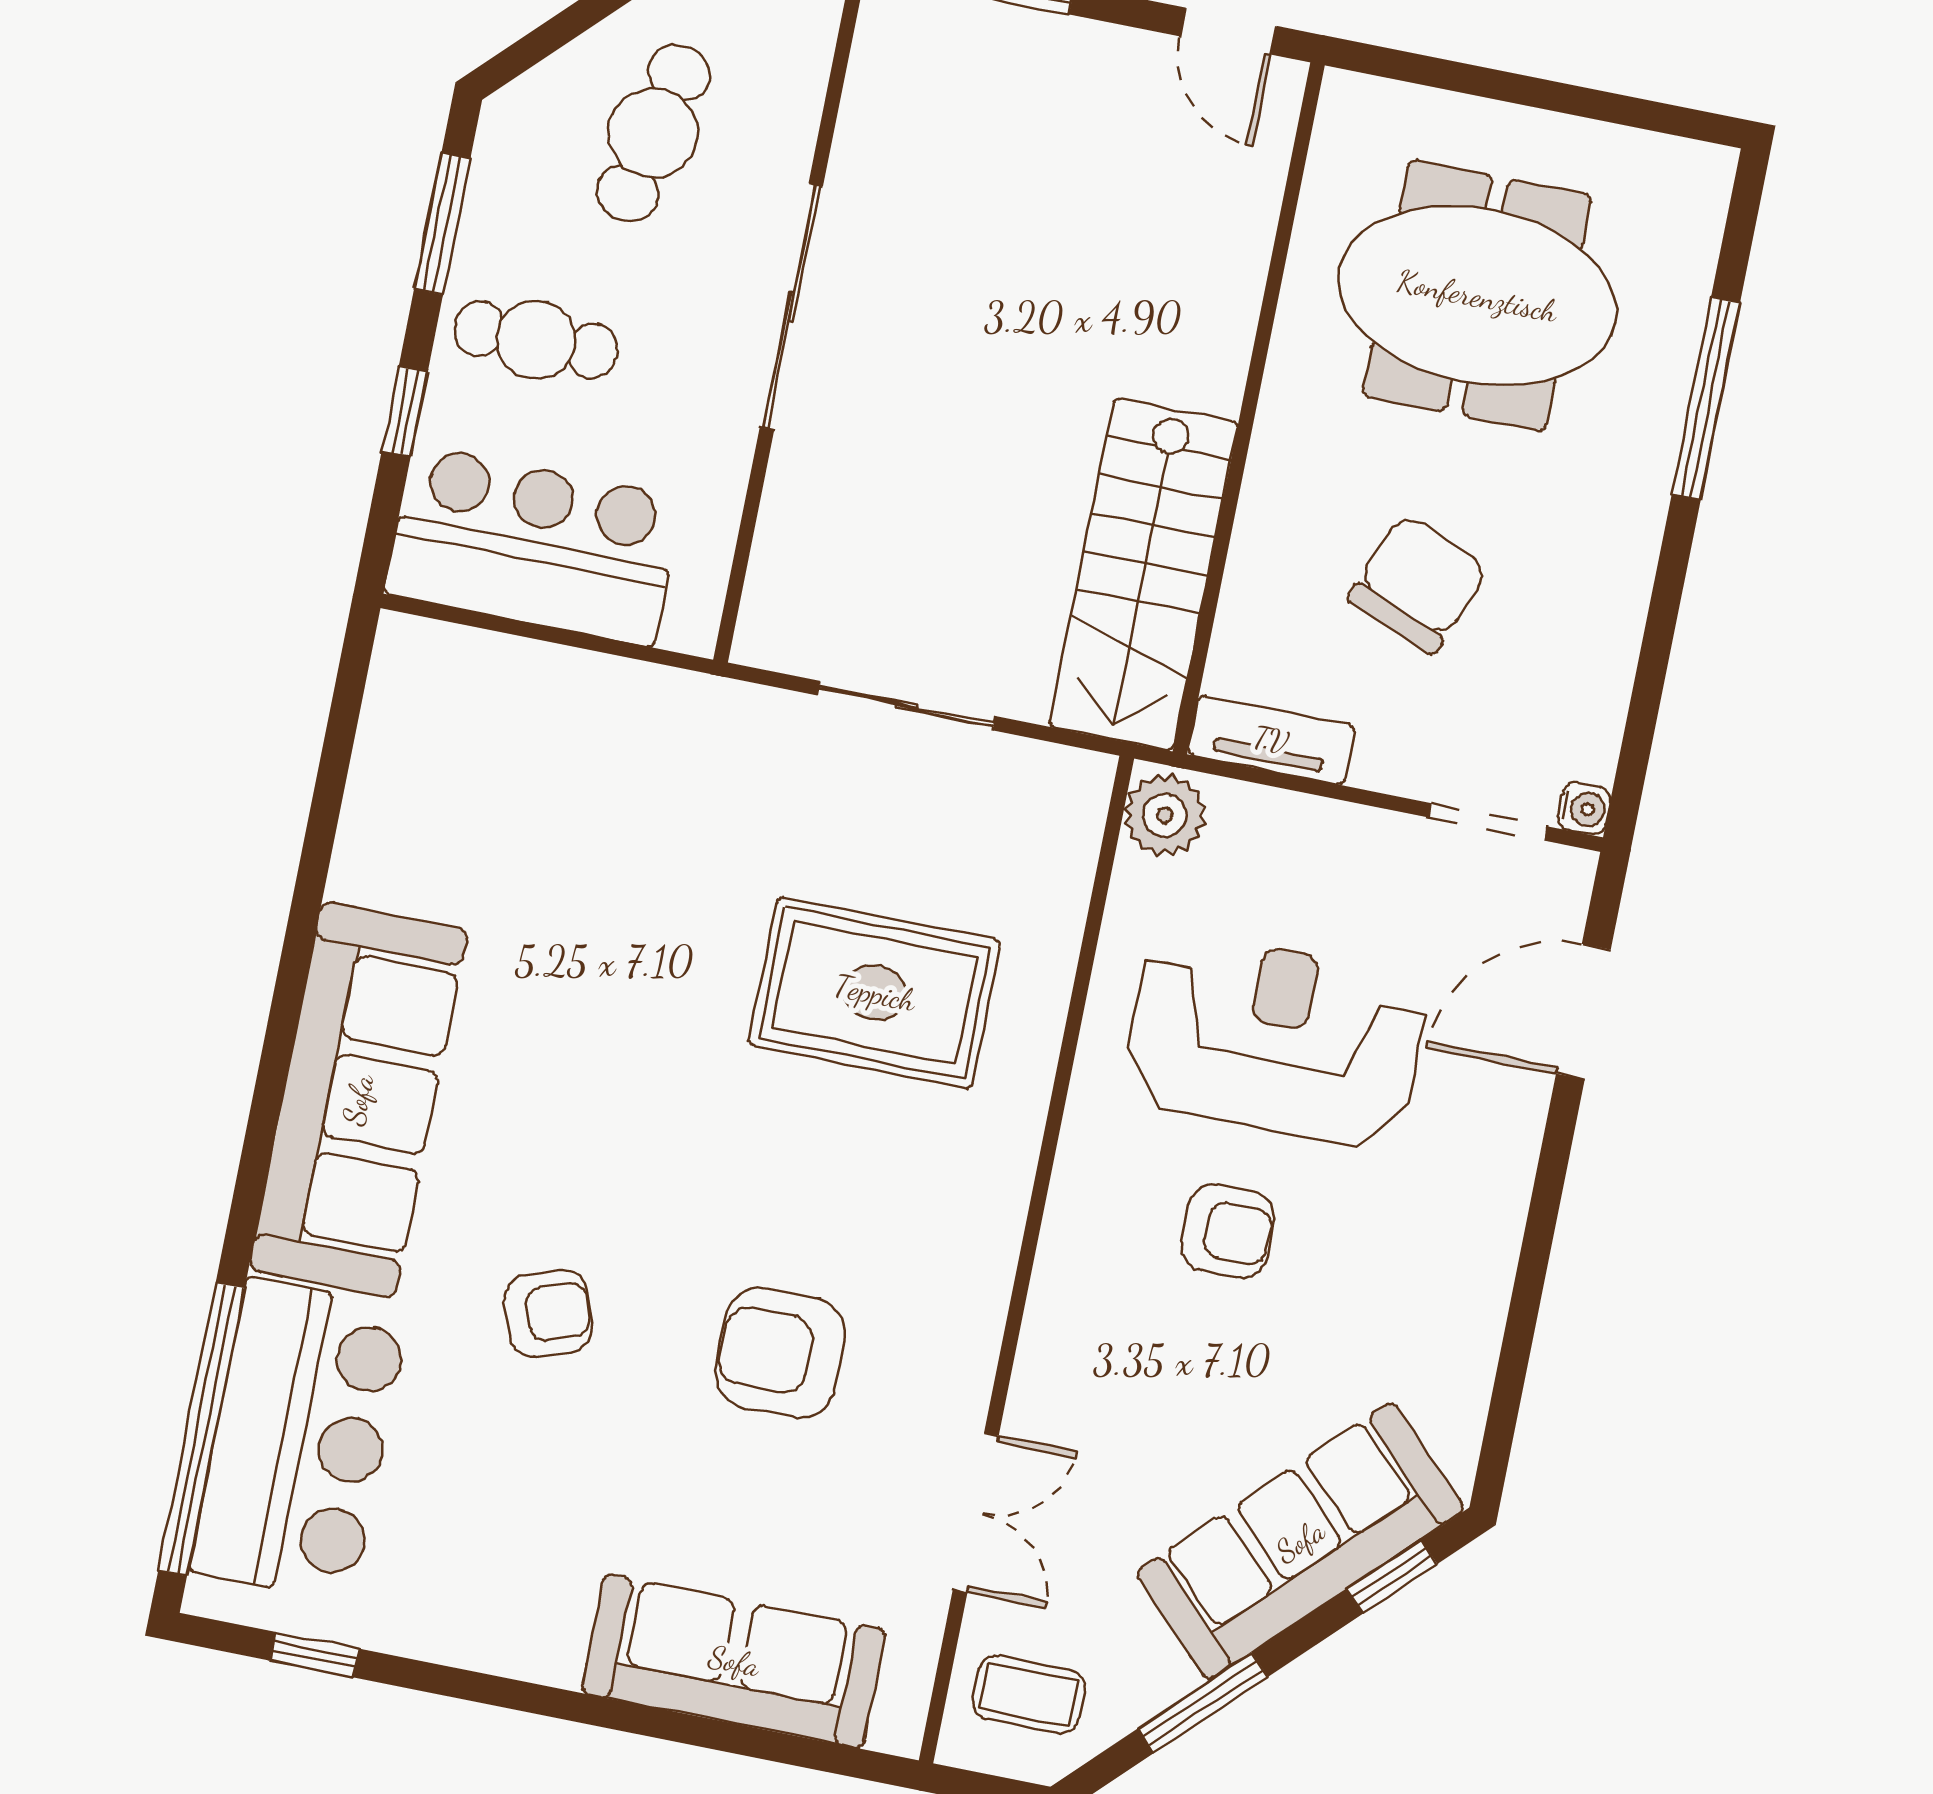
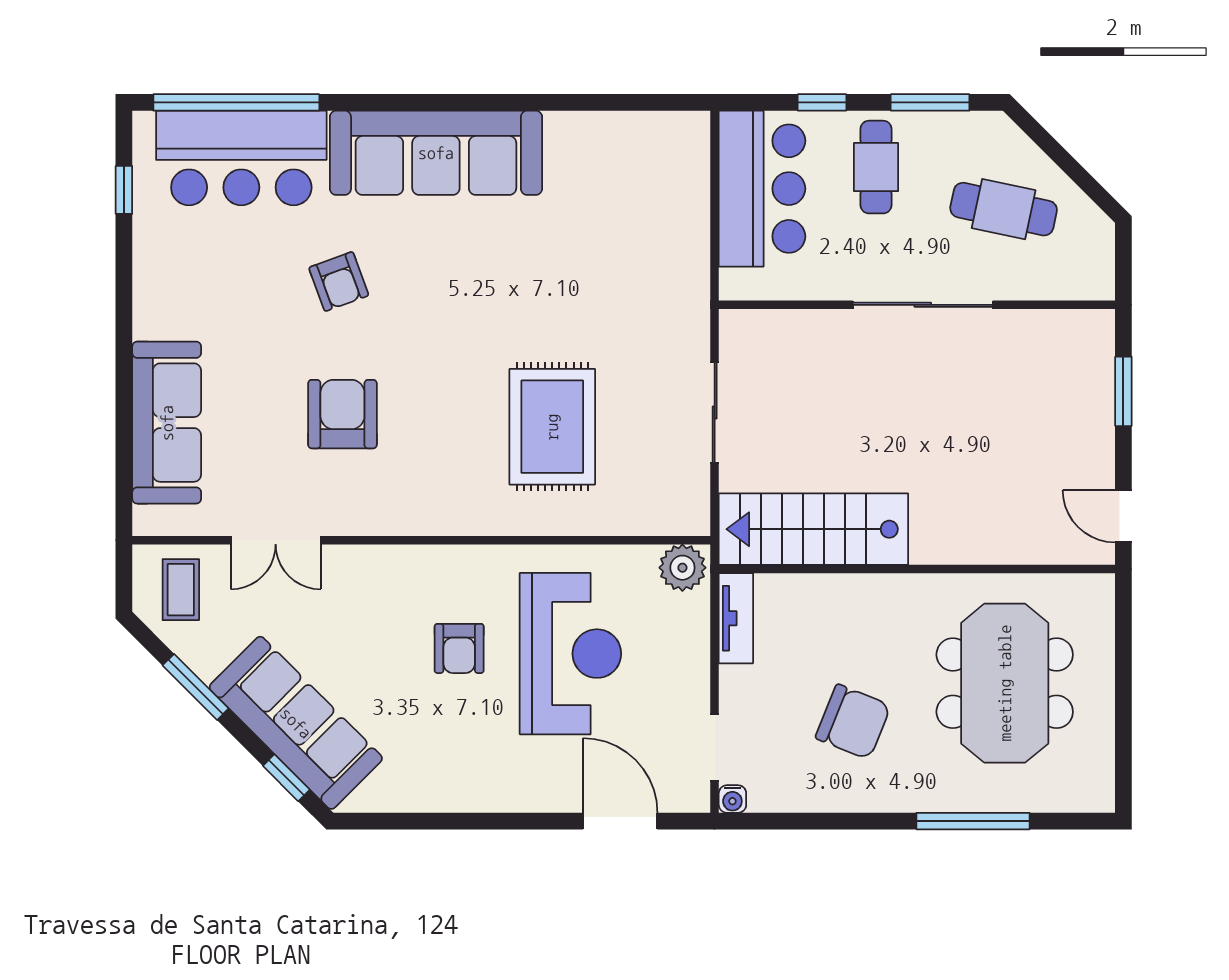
door: (1228, 31) -> (1123, 516), hinge flipped
chair: (1418, 584) -> (853, 722), moved

